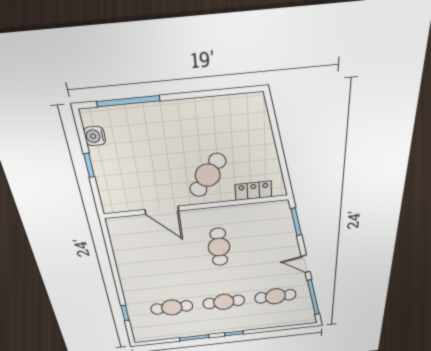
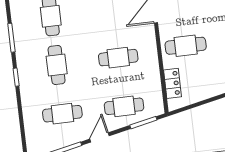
cafe table: (208, 175) -> (186, 46), turned -37
cafe table: (275, 241) -> (124, 106), added
cafe table: (275, 296) -> (62, 114), turned 90

